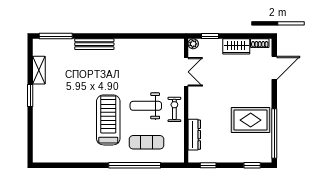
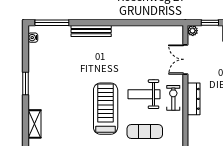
water cooler: (37, 51) -> (33, 38), added
shelving: (39, 70) -> (35, 124), moved
double door: (186, 72) -> (185, 59), swing flipped
dresser: (194, 135) -> (194, 99), moved

